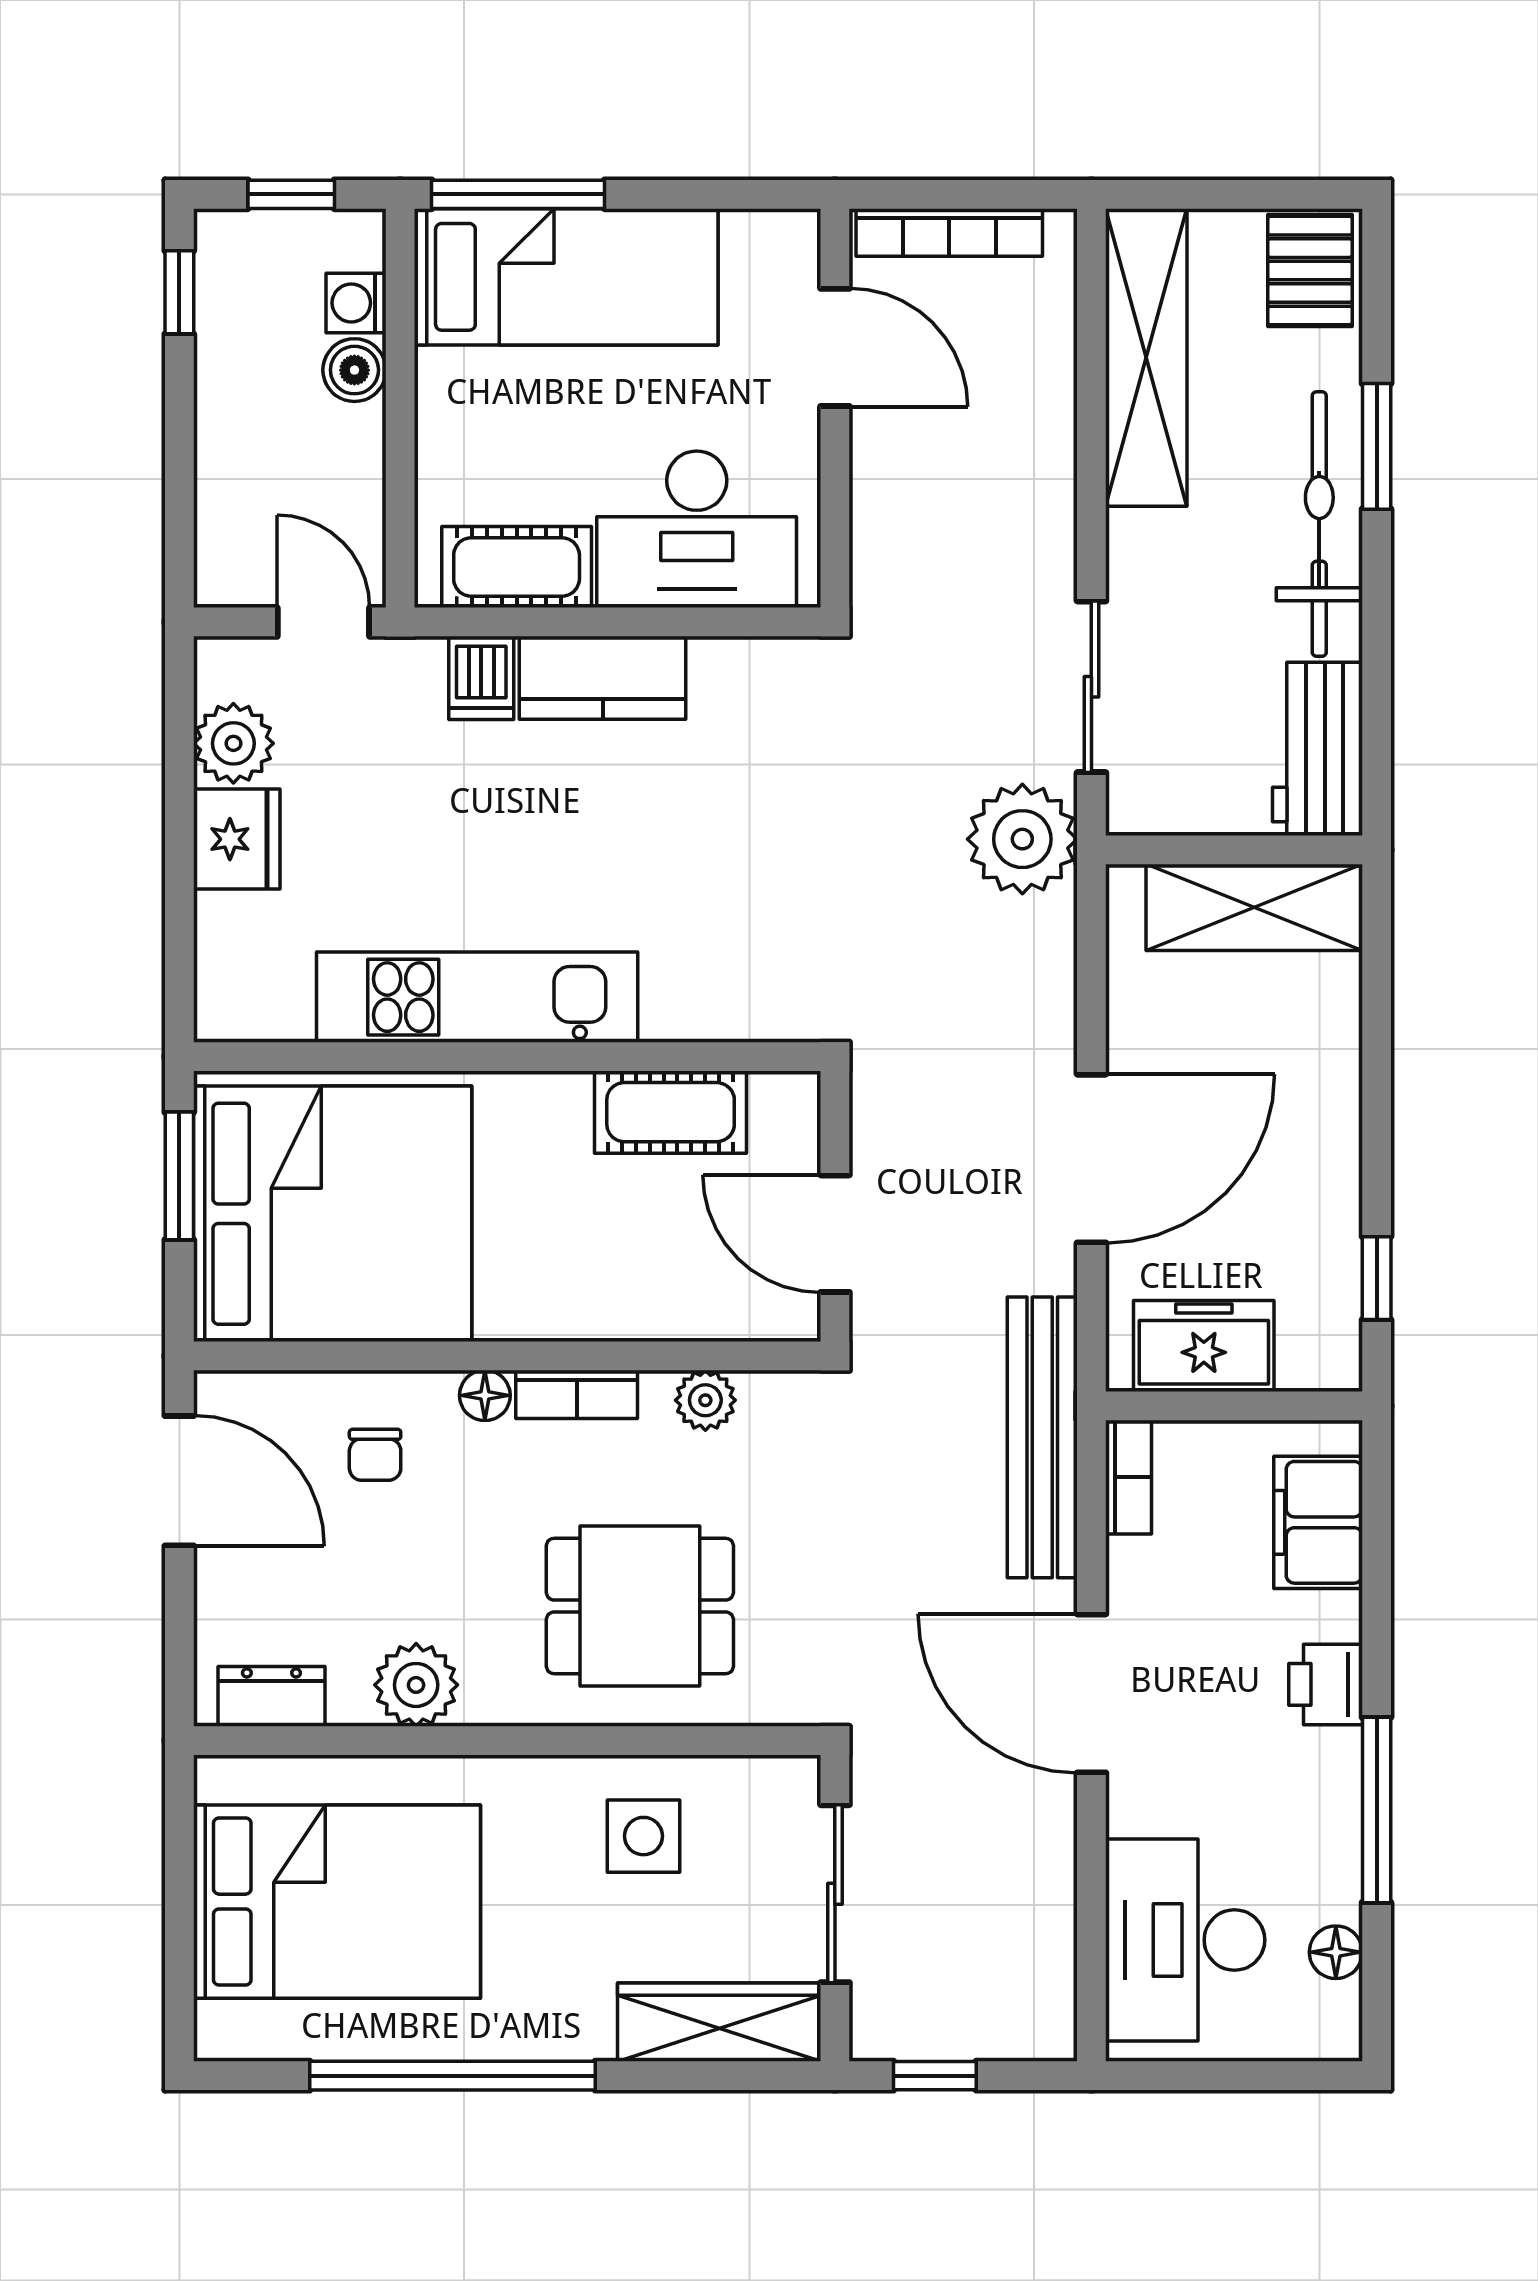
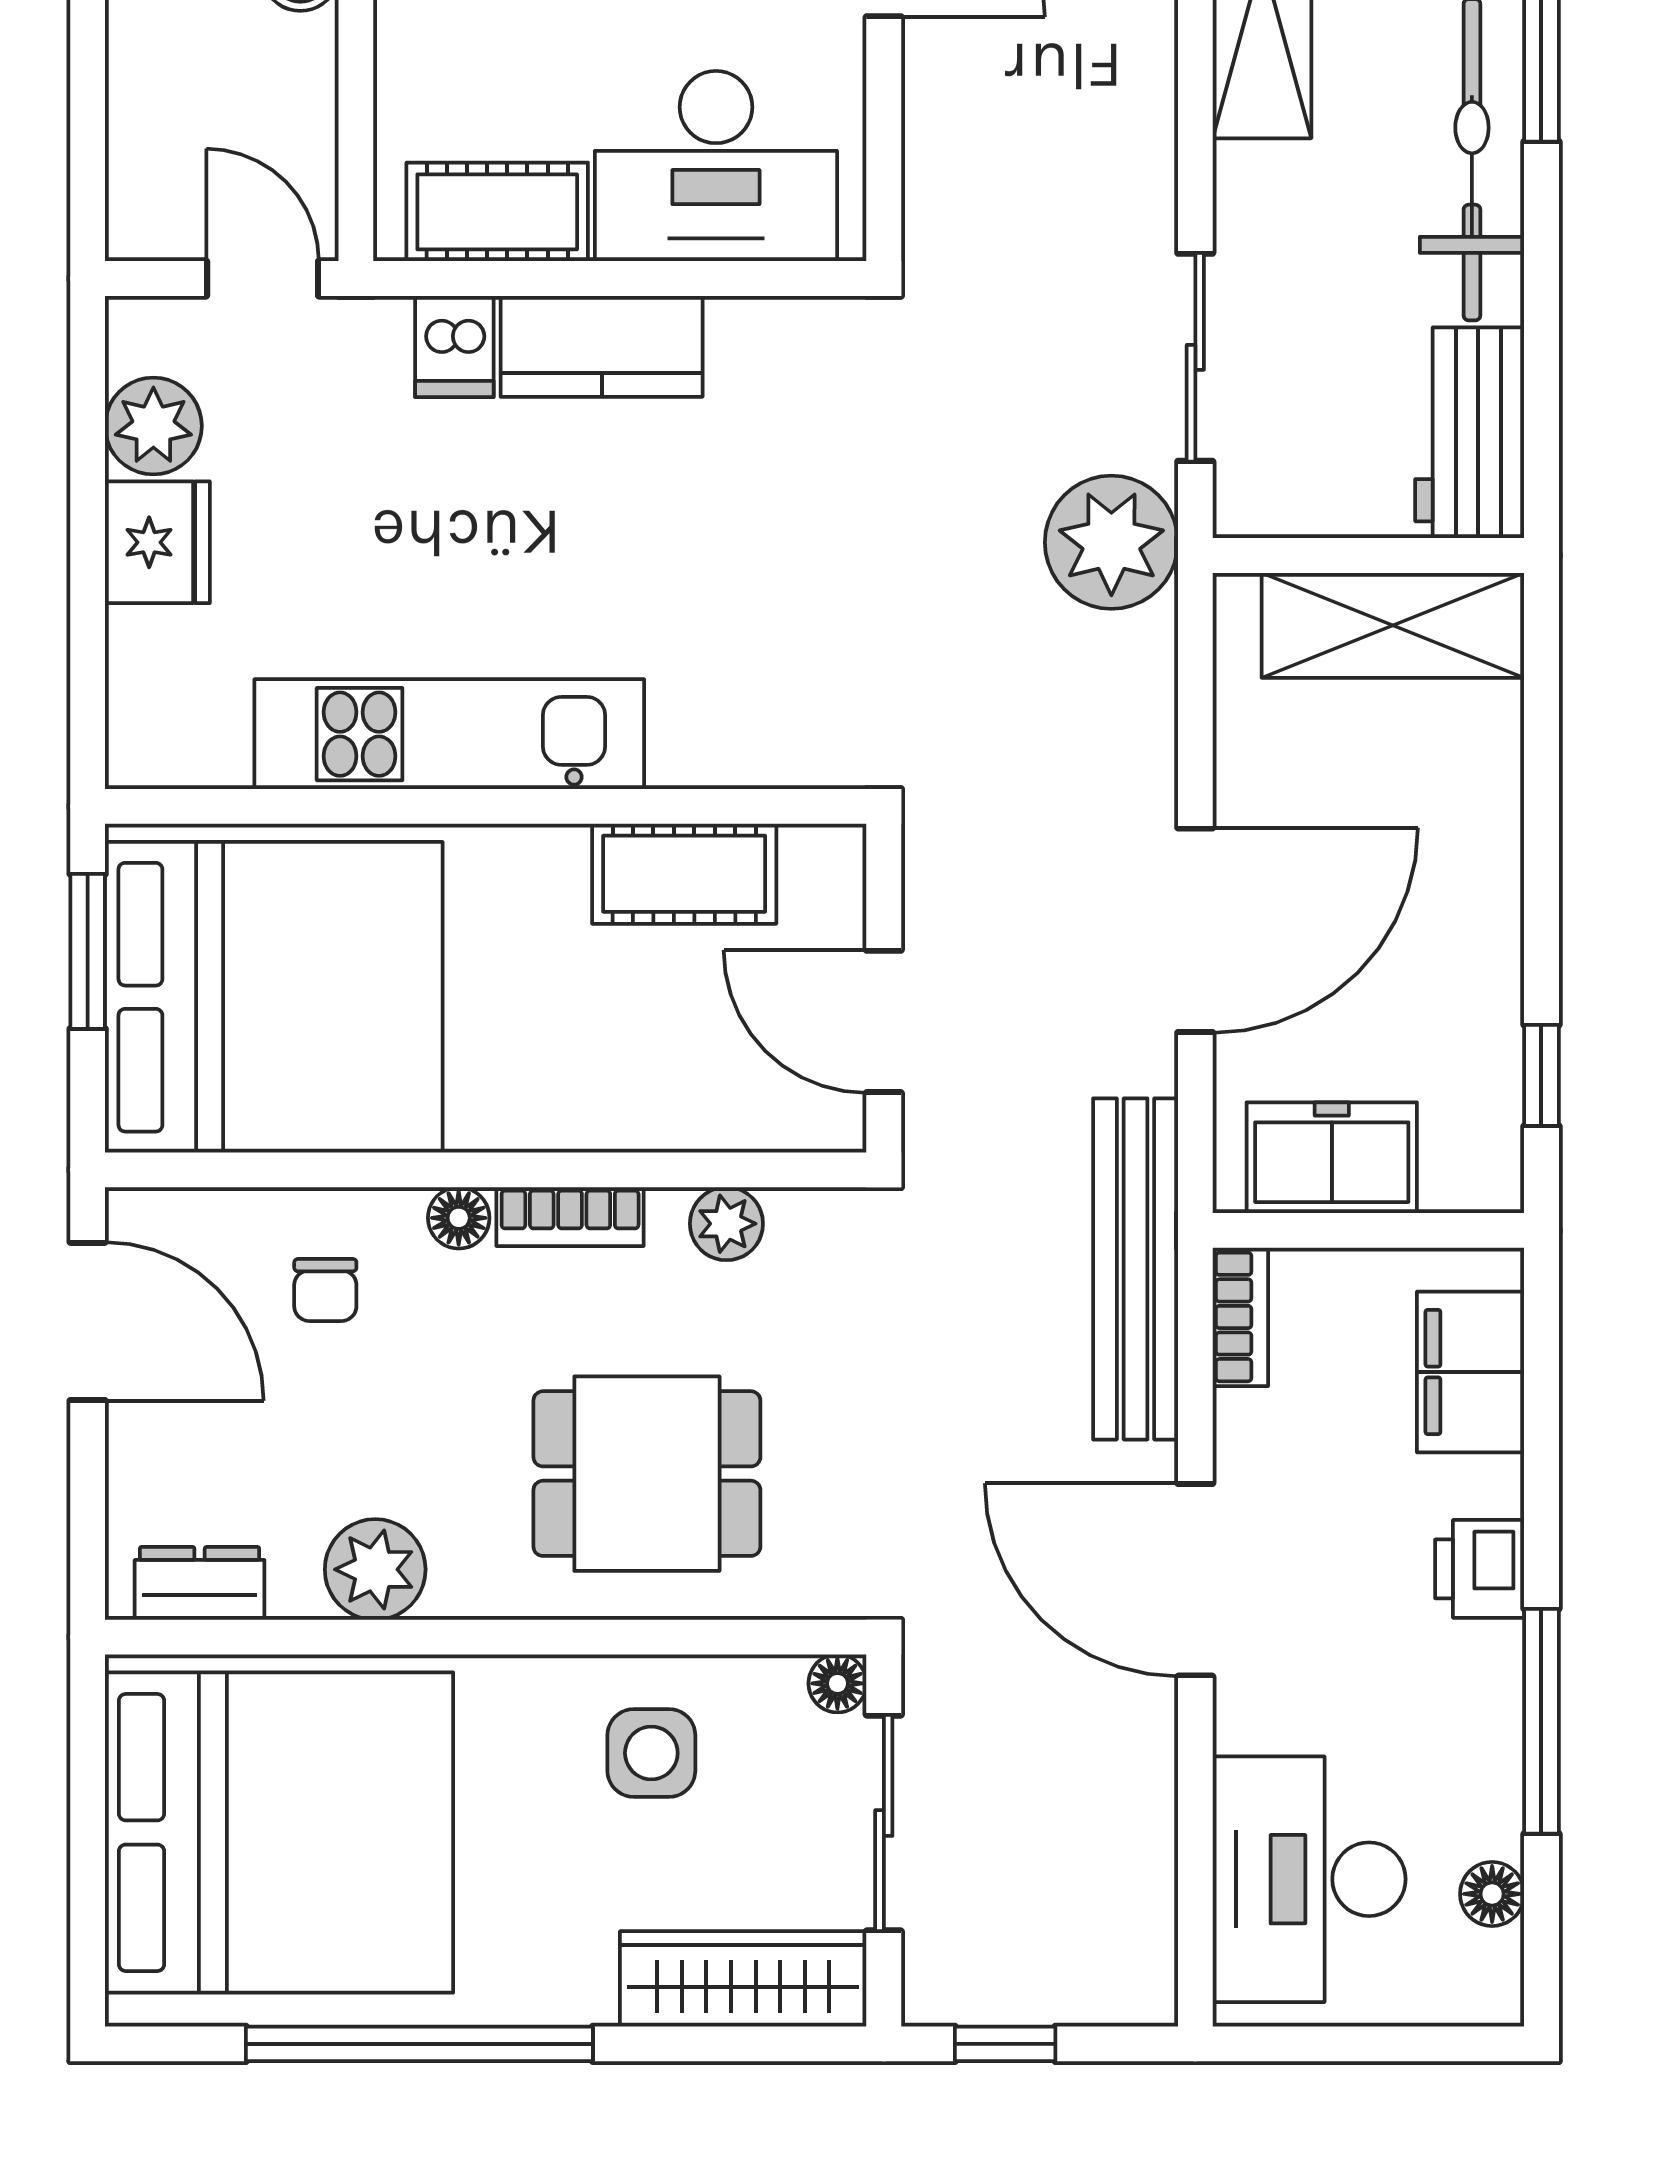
floor lamp: (797, 1779) -> (837, 1683), added
bed: (337, 1902) -> (279, 1832), width x1.36

